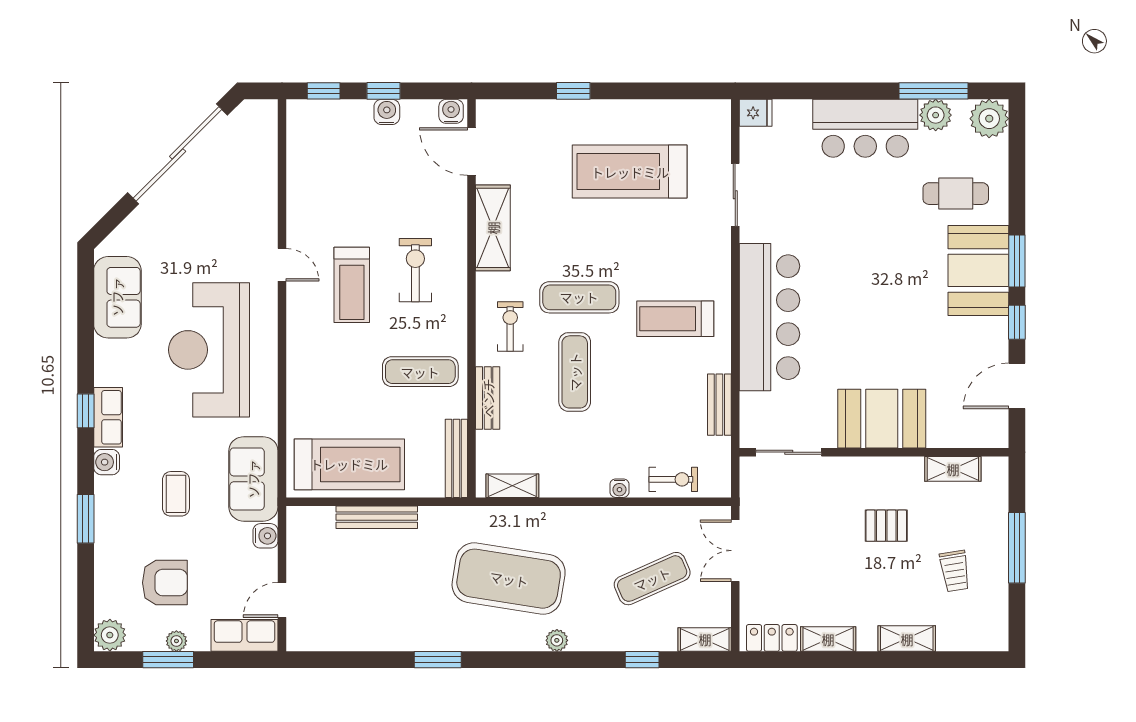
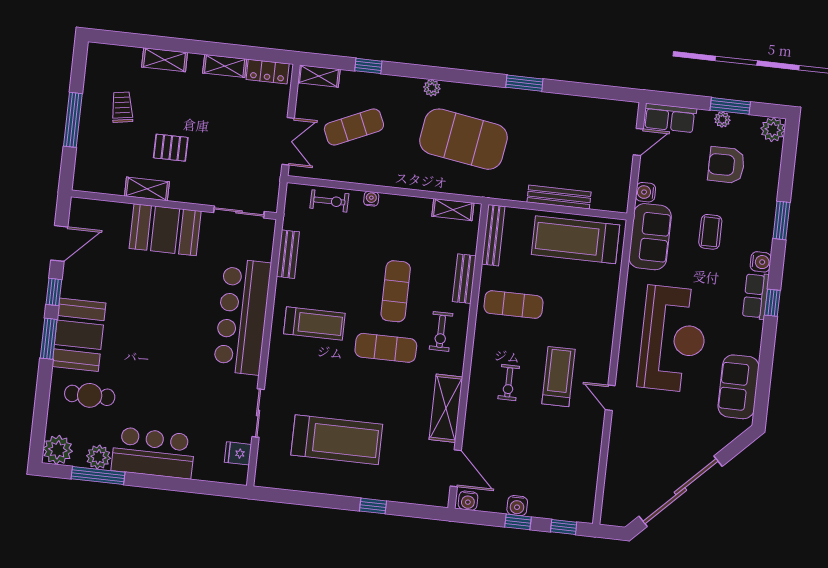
fridge: (756, 113) -> (238, 453), moved
exercise bike: (415, 270) -> (509, 382), width x0.73, depth x0.72
shelving: (953, 469) -> (147, 189), moved
exercise bike: (673, 479) -> (329, 201), turned 180

